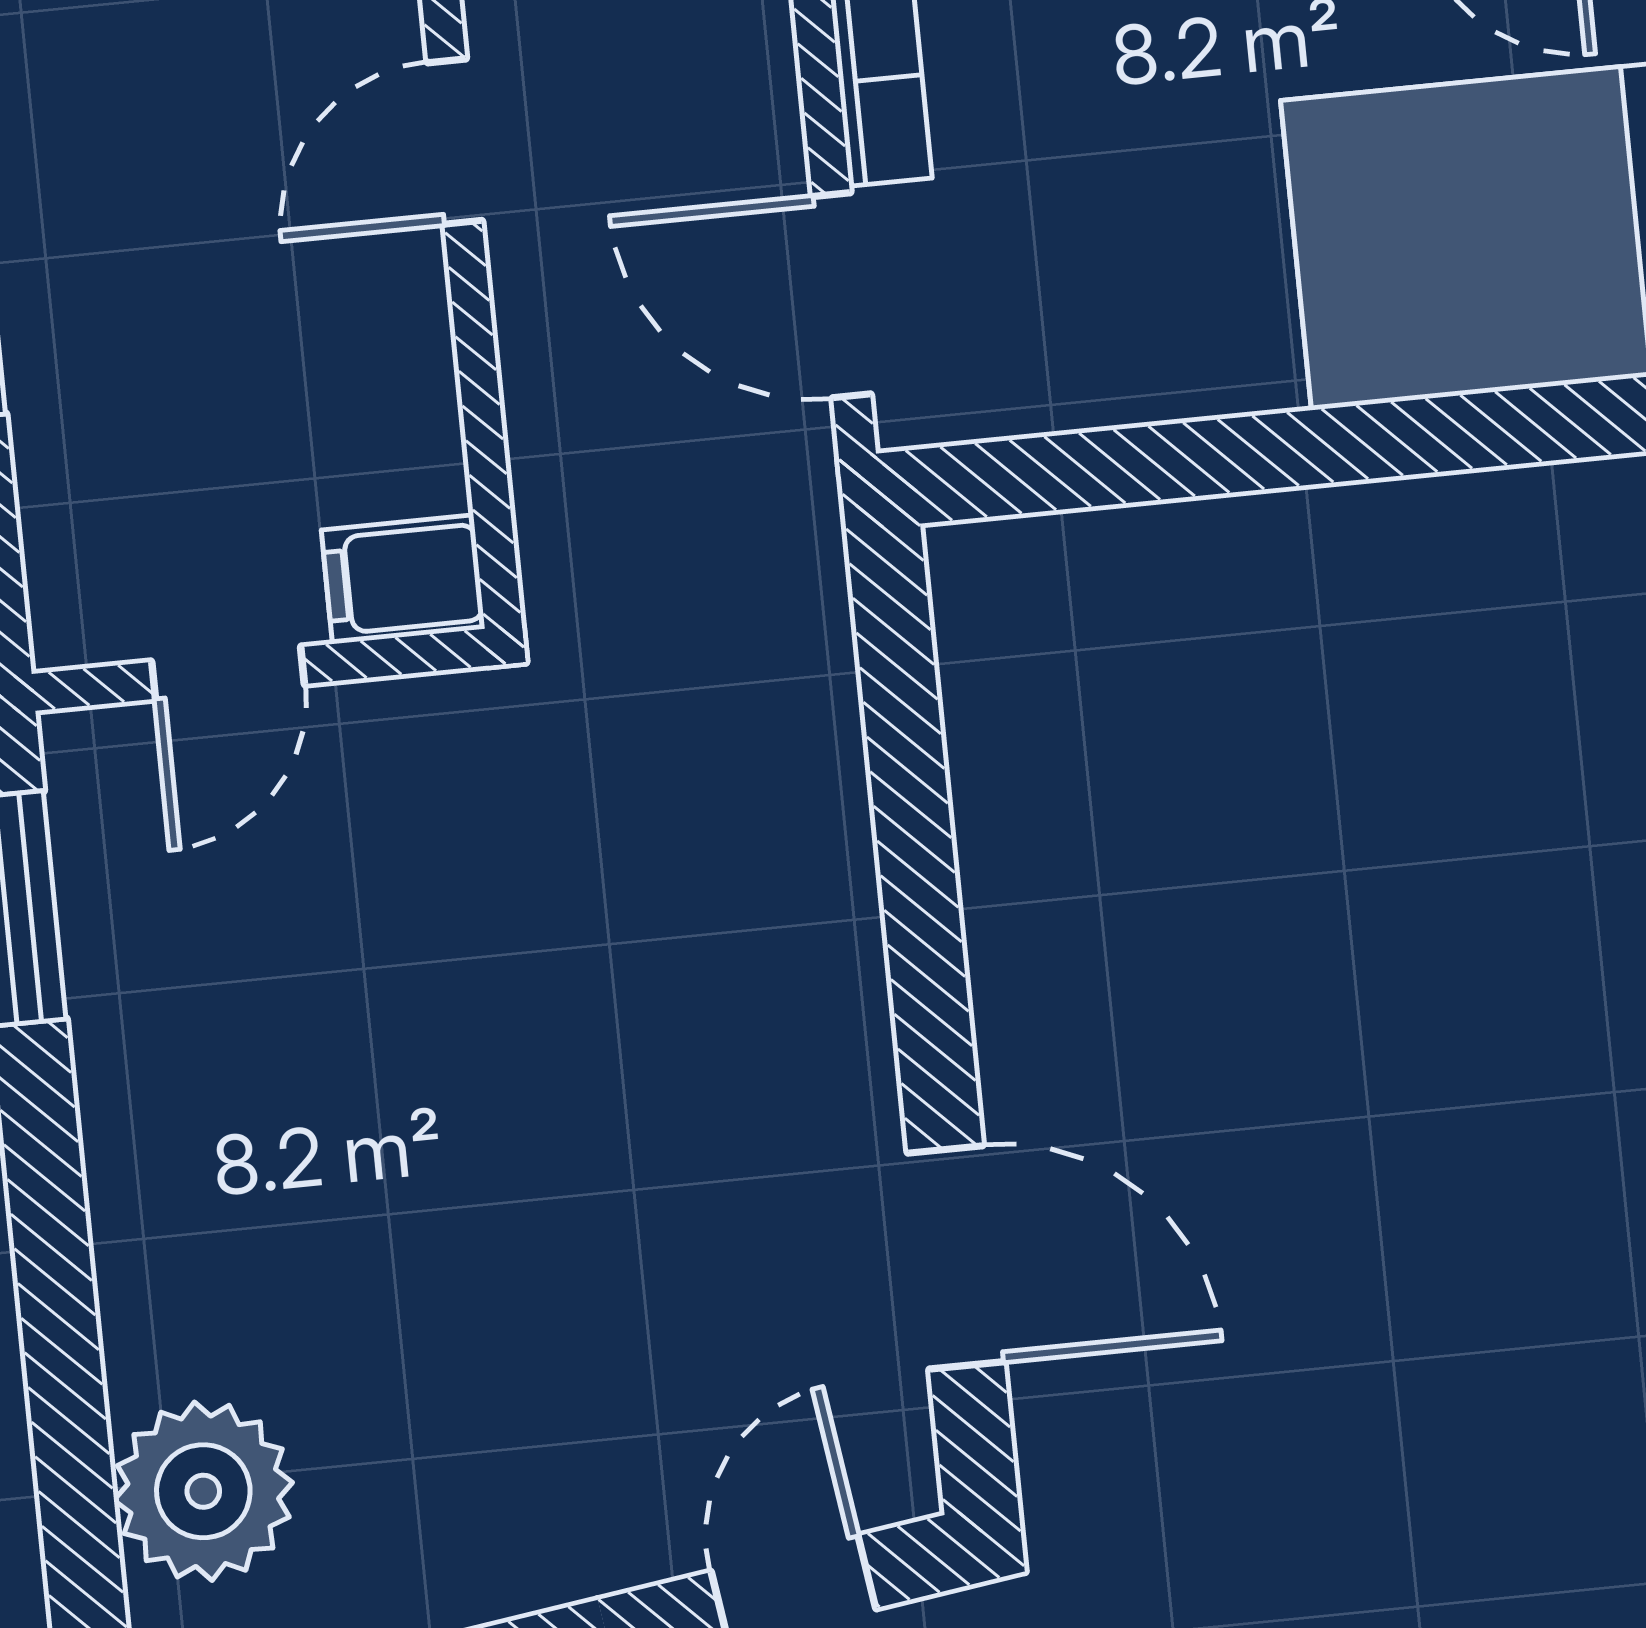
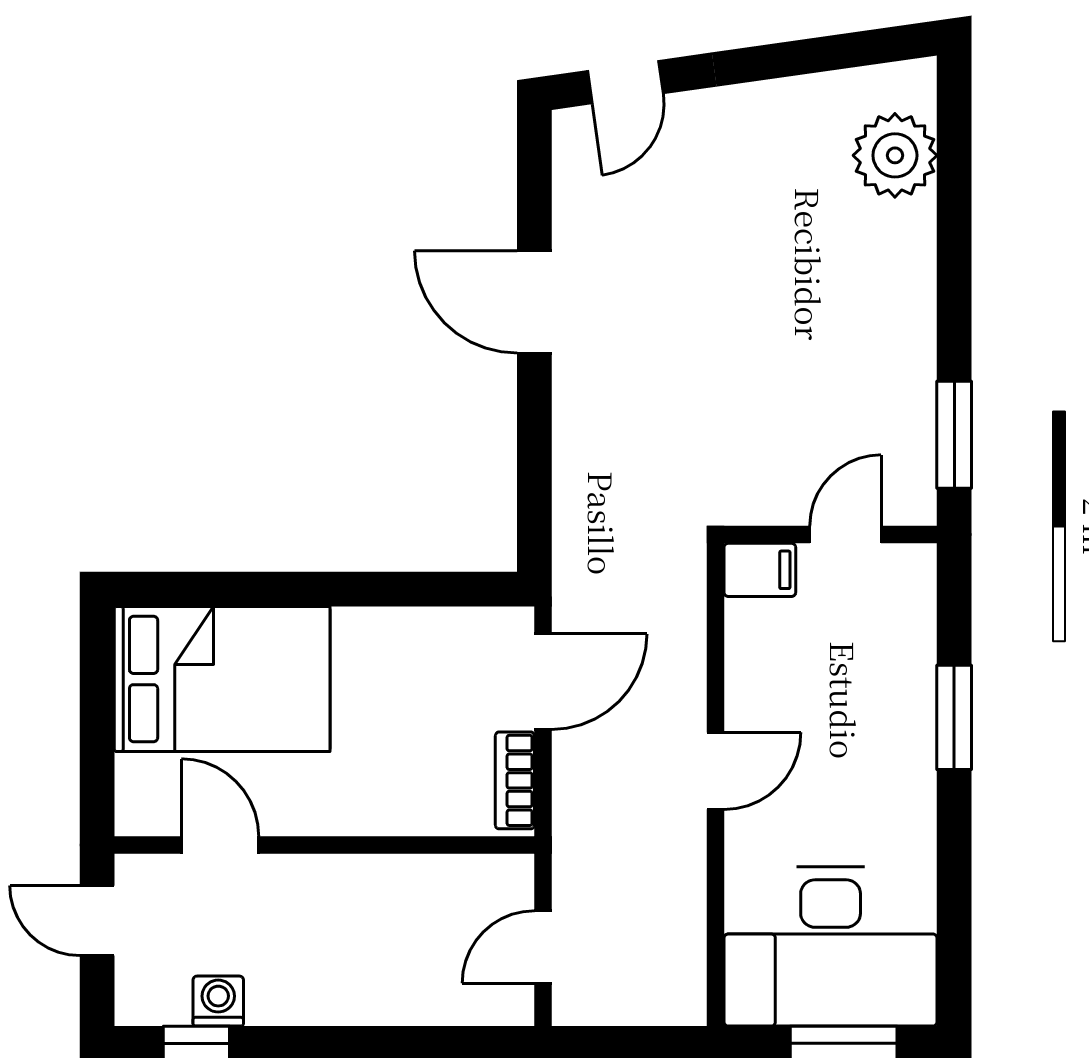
door: (841, 295) -> (543, 682), hinge flipped
door: (956, 1257) -> (534, 302), moved

